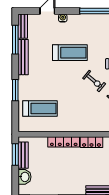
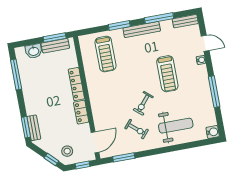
window: (15, 40) -> (159, 18), moved
bench: (23, 57) -> (142, 30), moved

